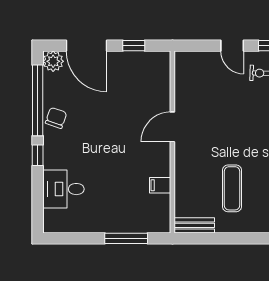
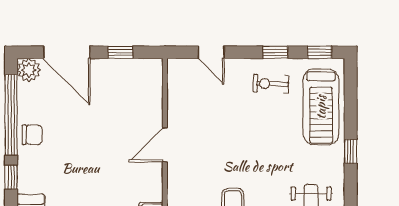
door: (232, 46) -> (211, 52), moved
chair: (56, 118) -> (32, 135), turned 71

